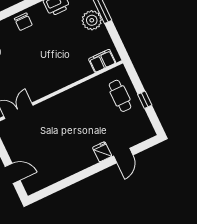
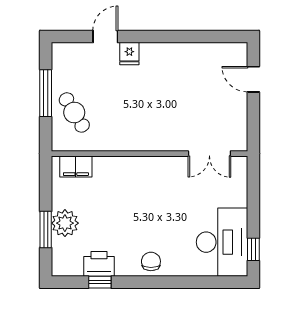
cafe table: (120, 96) -> (74, 112), turned -31
window: (145, 100) -> (46, 93), width x2.17

